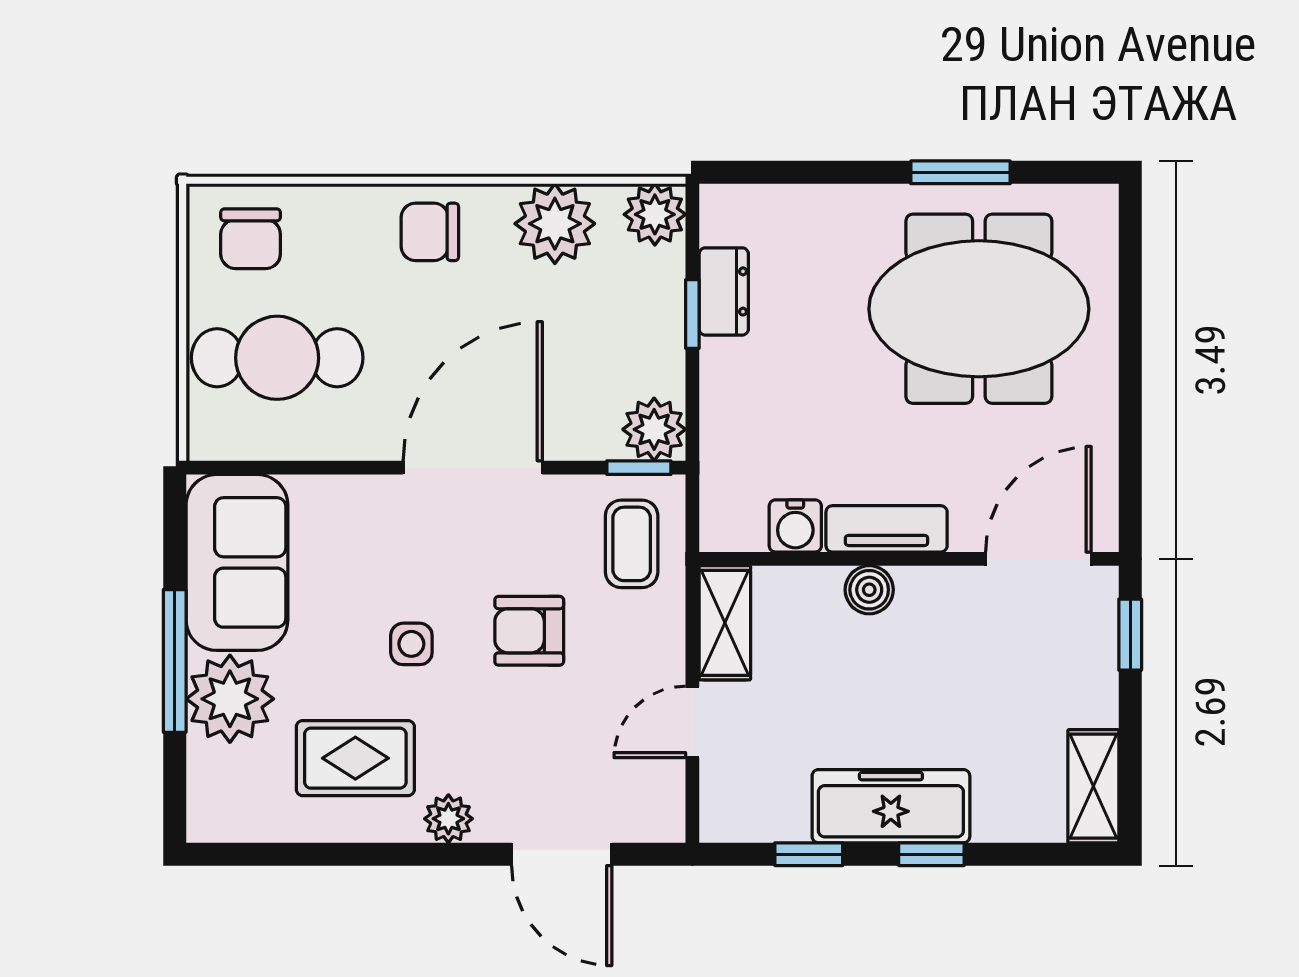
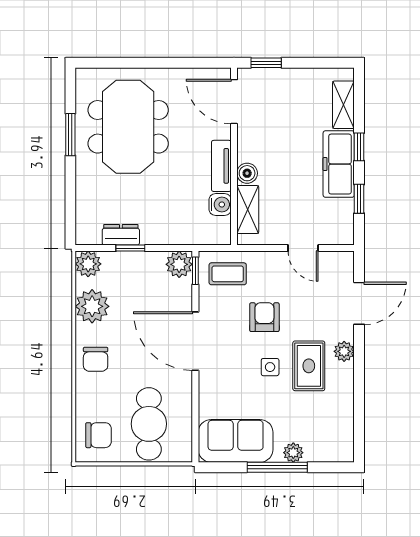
shelving: (725, 623) -> (248, 210), moved, turned 90
armchair: (529, 631) -> (264, 317), turned 180
plant: (230, 699) -> (293, 453), width x0.53, depth x0.53
rug: (355, 758) -> (309, 366), moved
shelving: (1093, 786) -> (343, 105), moved, turned 90

